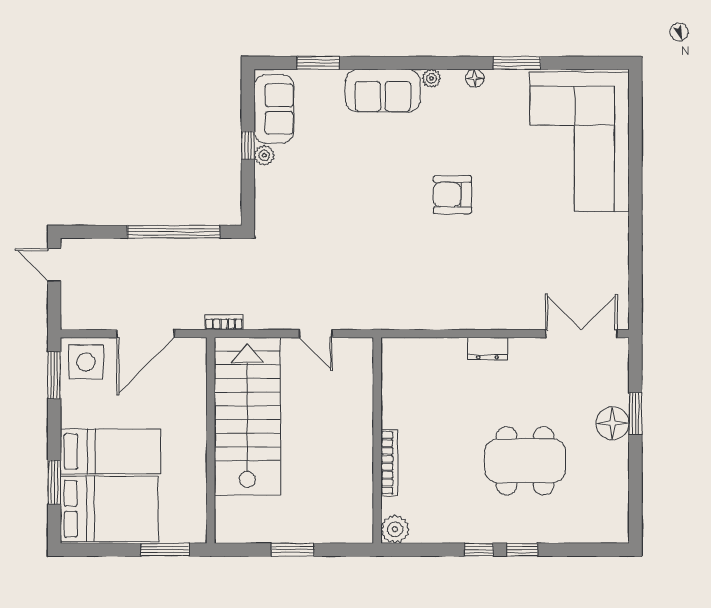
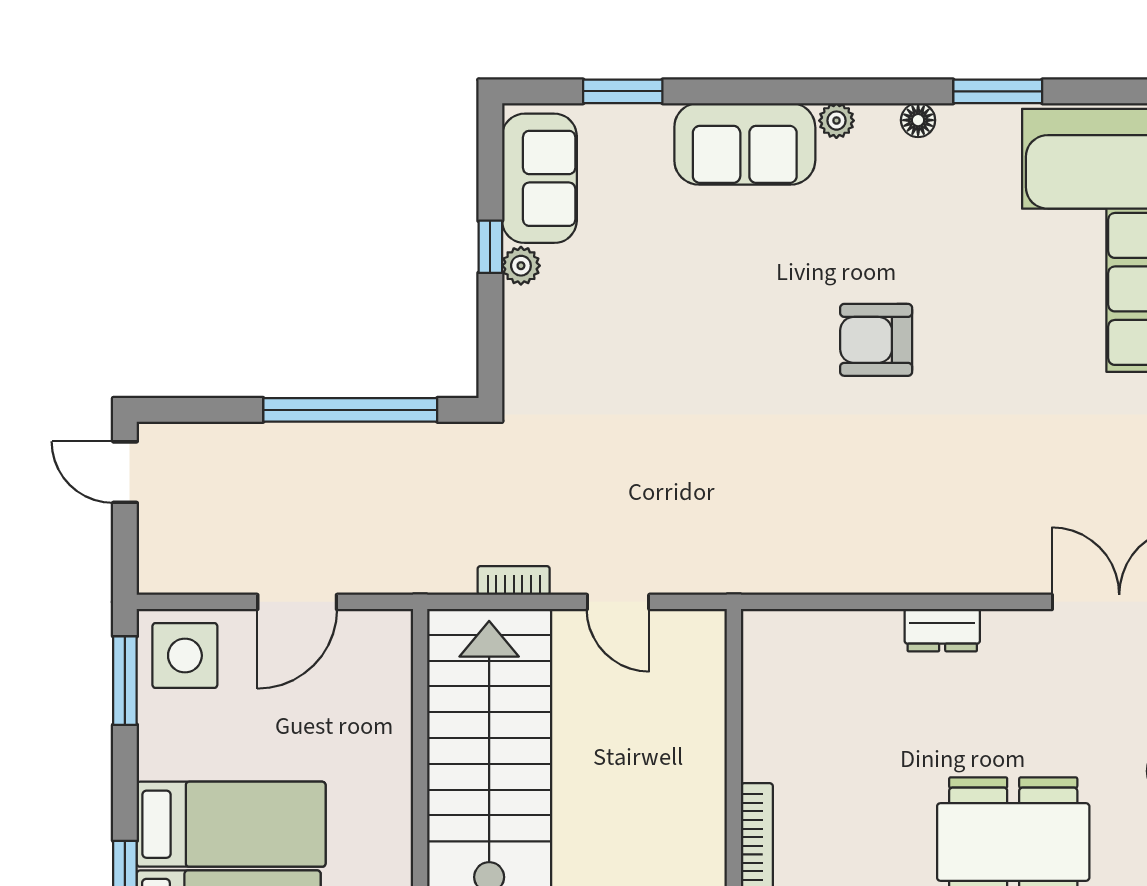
bookcase: (224, 322) -> (514, 580), moved
door: (146, 334) -> (297, 602), width x0.73

